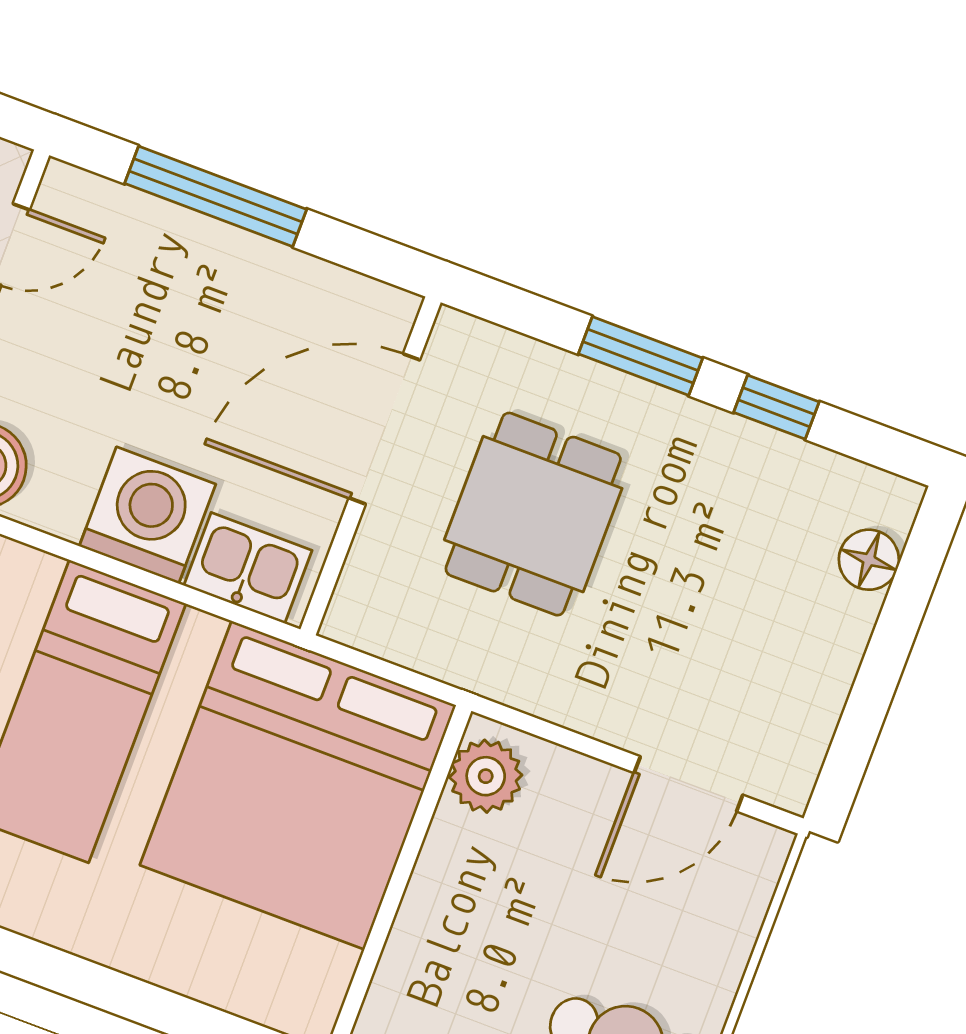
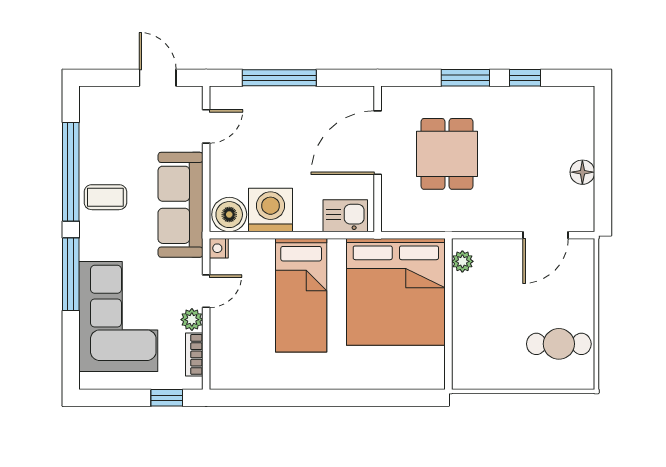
washing machine: (148, 515) -> (271, 210), moved
floor lamp: (869, 560) -> (582, 172), moved
plant: (486, 776) -> (462, 261), width x0.73, depth x0.73

